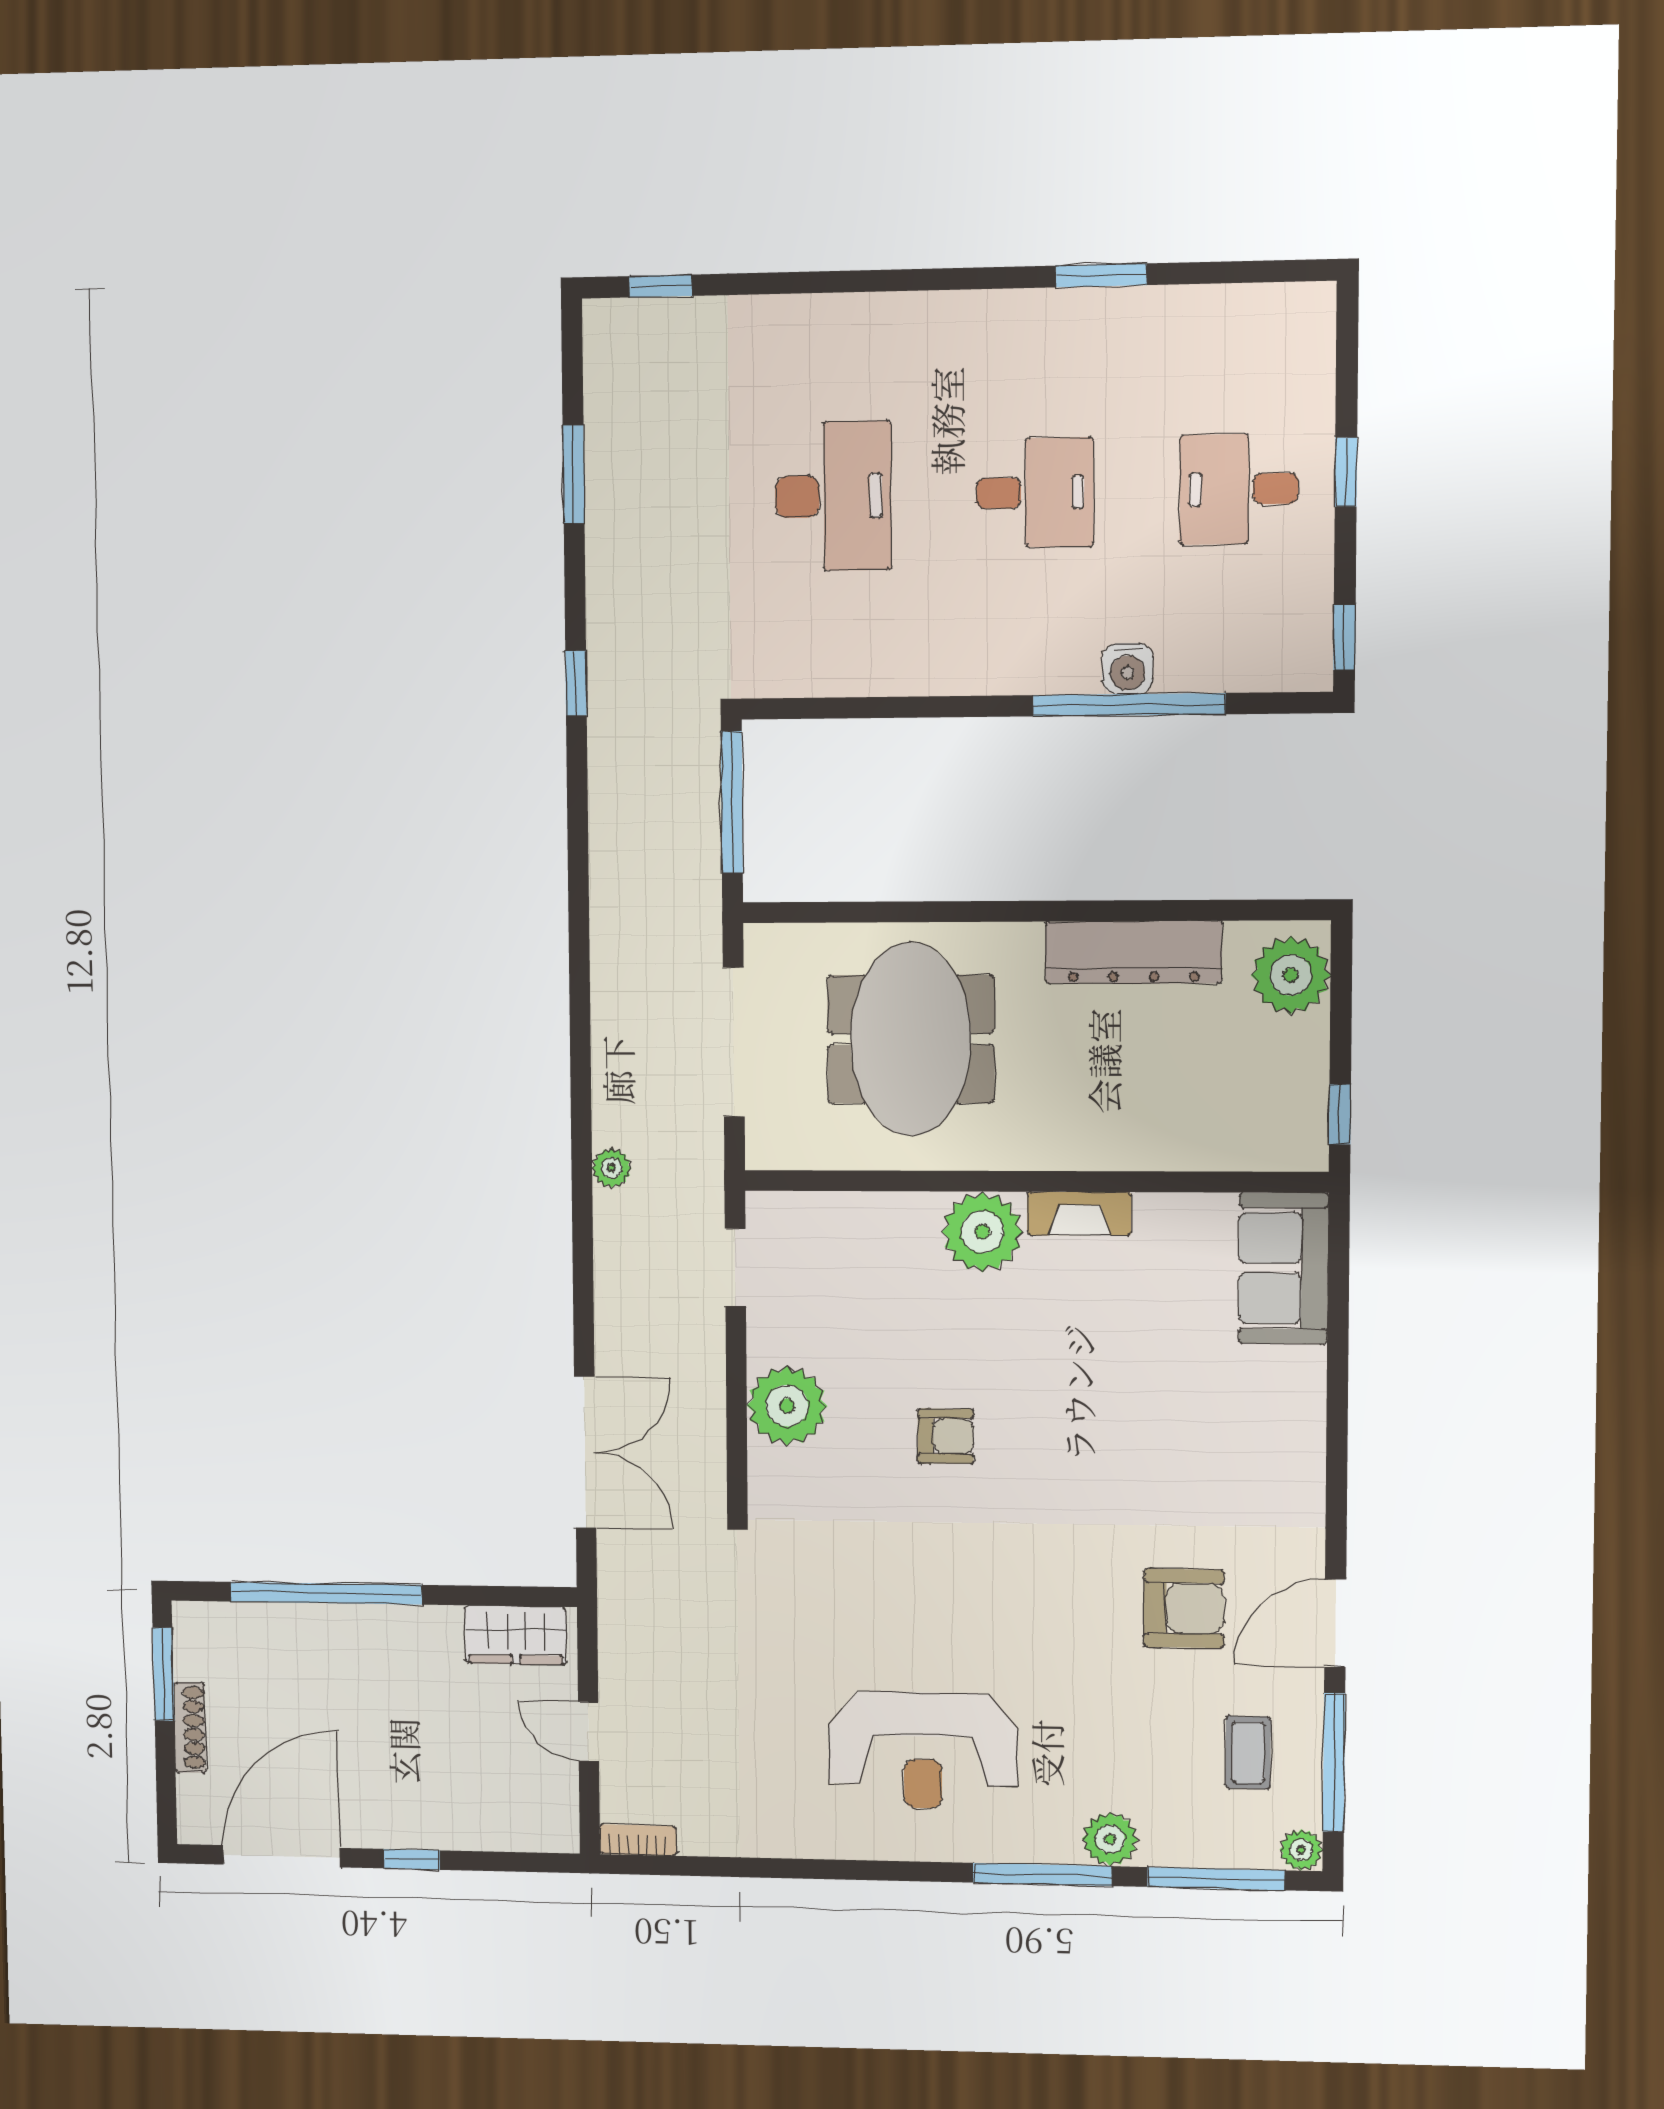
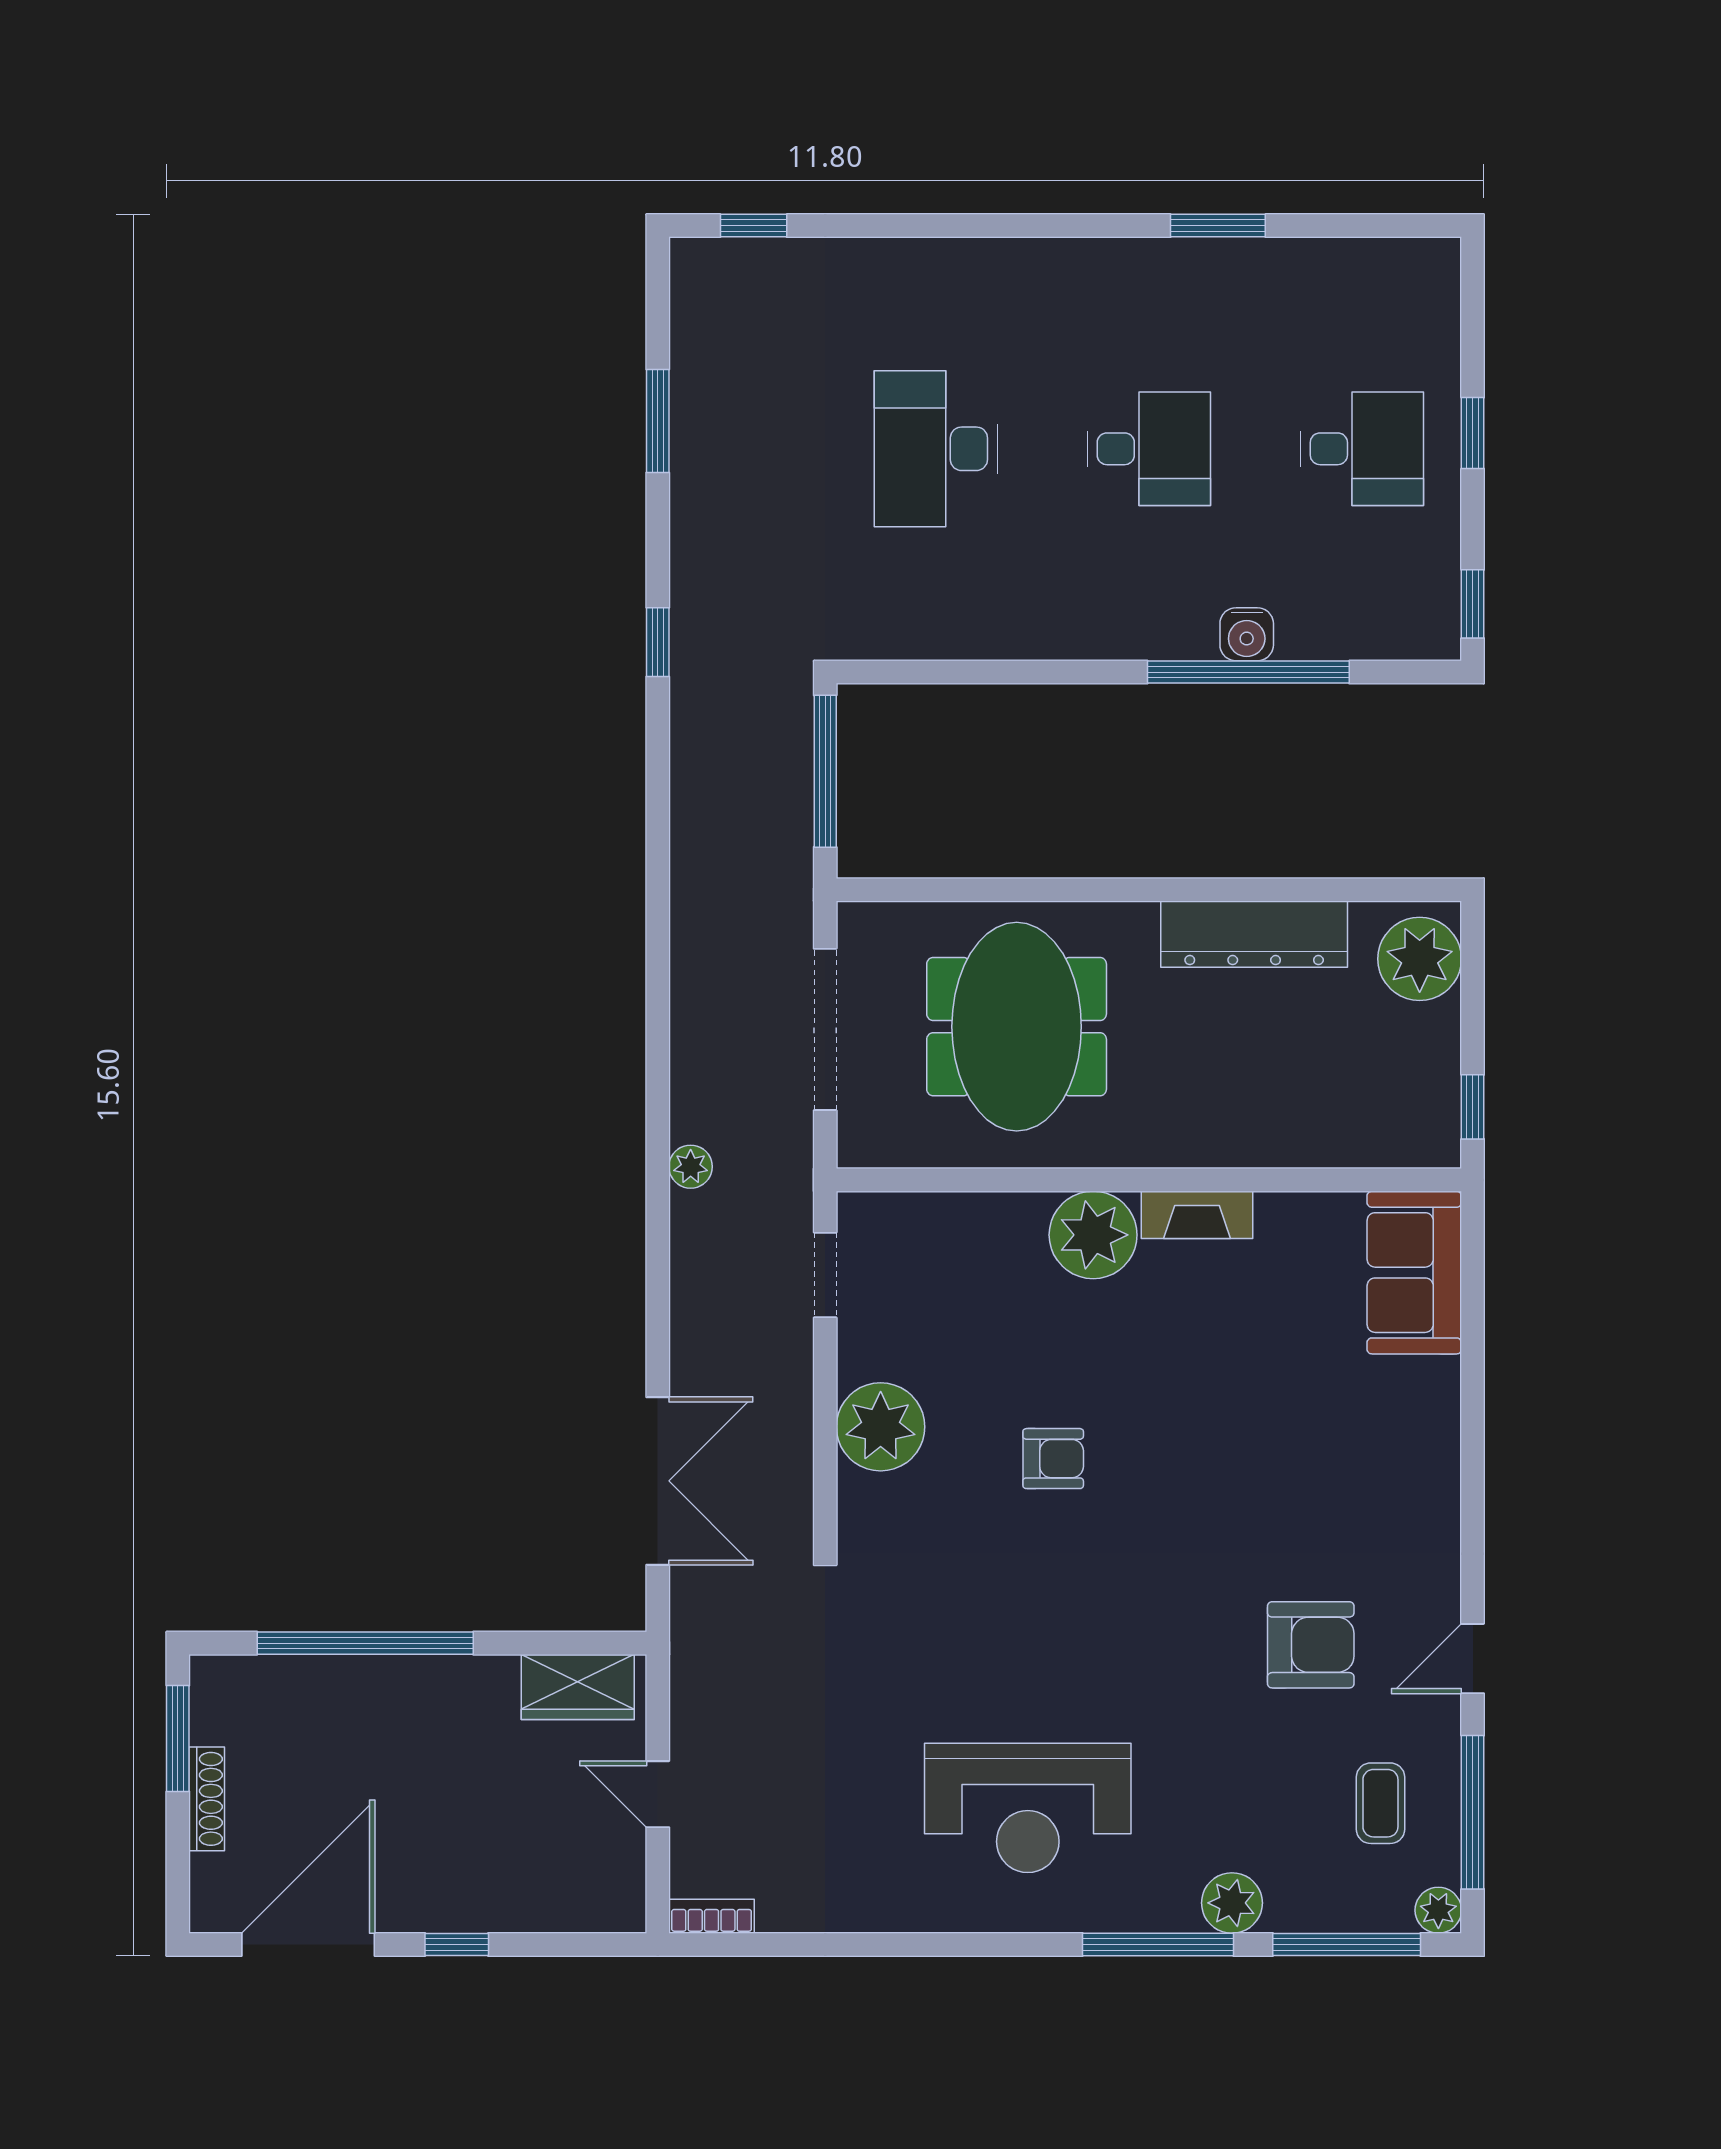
desk: (1239, 489) -> (1362, 449), turned 180
desk: (833, 496) -> (936, 449), turned 180
door: (1335, 1623) -> (1473, 1659), width x0.73

